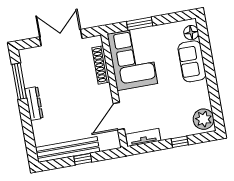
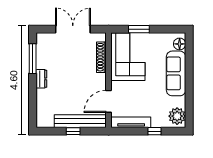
sofa: (192, 61) -> (176, 73), width x1.36
dresser: (34, 103) -> (41, 79), width x0.70
tv unit: (143, 137) -> (131, 122), width x1.41
bench: (67, 150) -> (80, 121), moved

